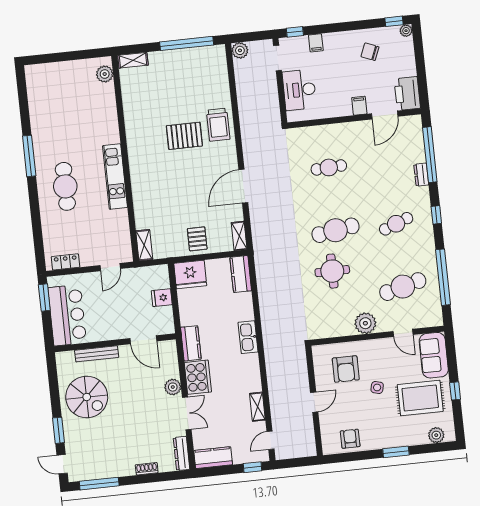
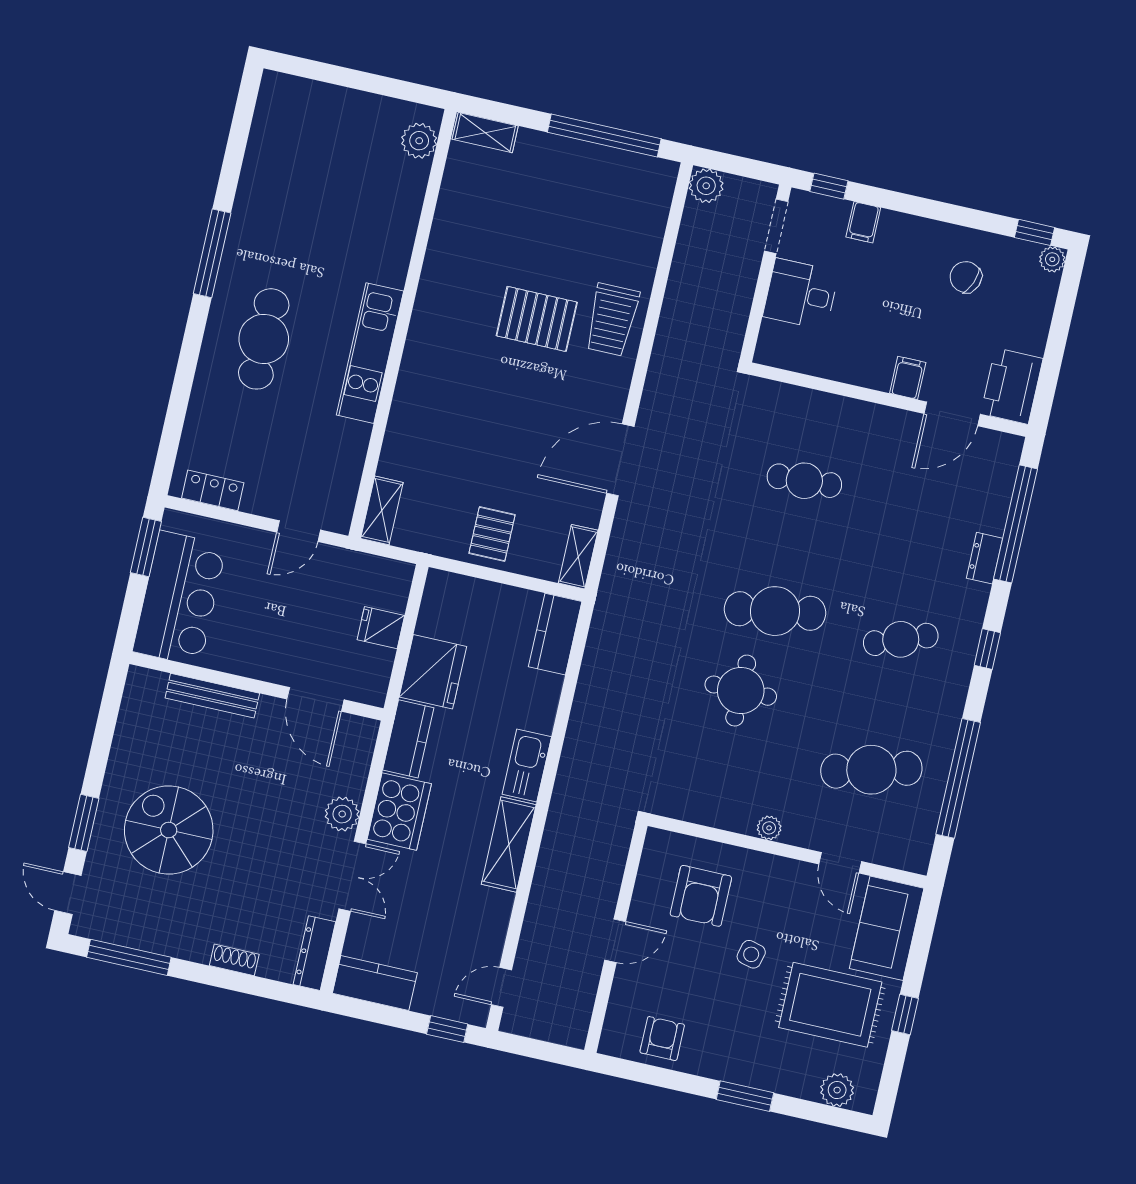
desk: (299, 90) -> (801, 294), width x0.73
fridge: (190, 274) -> (433, 672), moved, turned -90
plant: (365, 323) -> (769, 828), width x0.53, depth x0.53
spiral stairs: (87, 397) -> (169, 830), moved, turned 180
shelving: (257, 407) -> (509, 845), moved, width x1.50, depth x1.33

